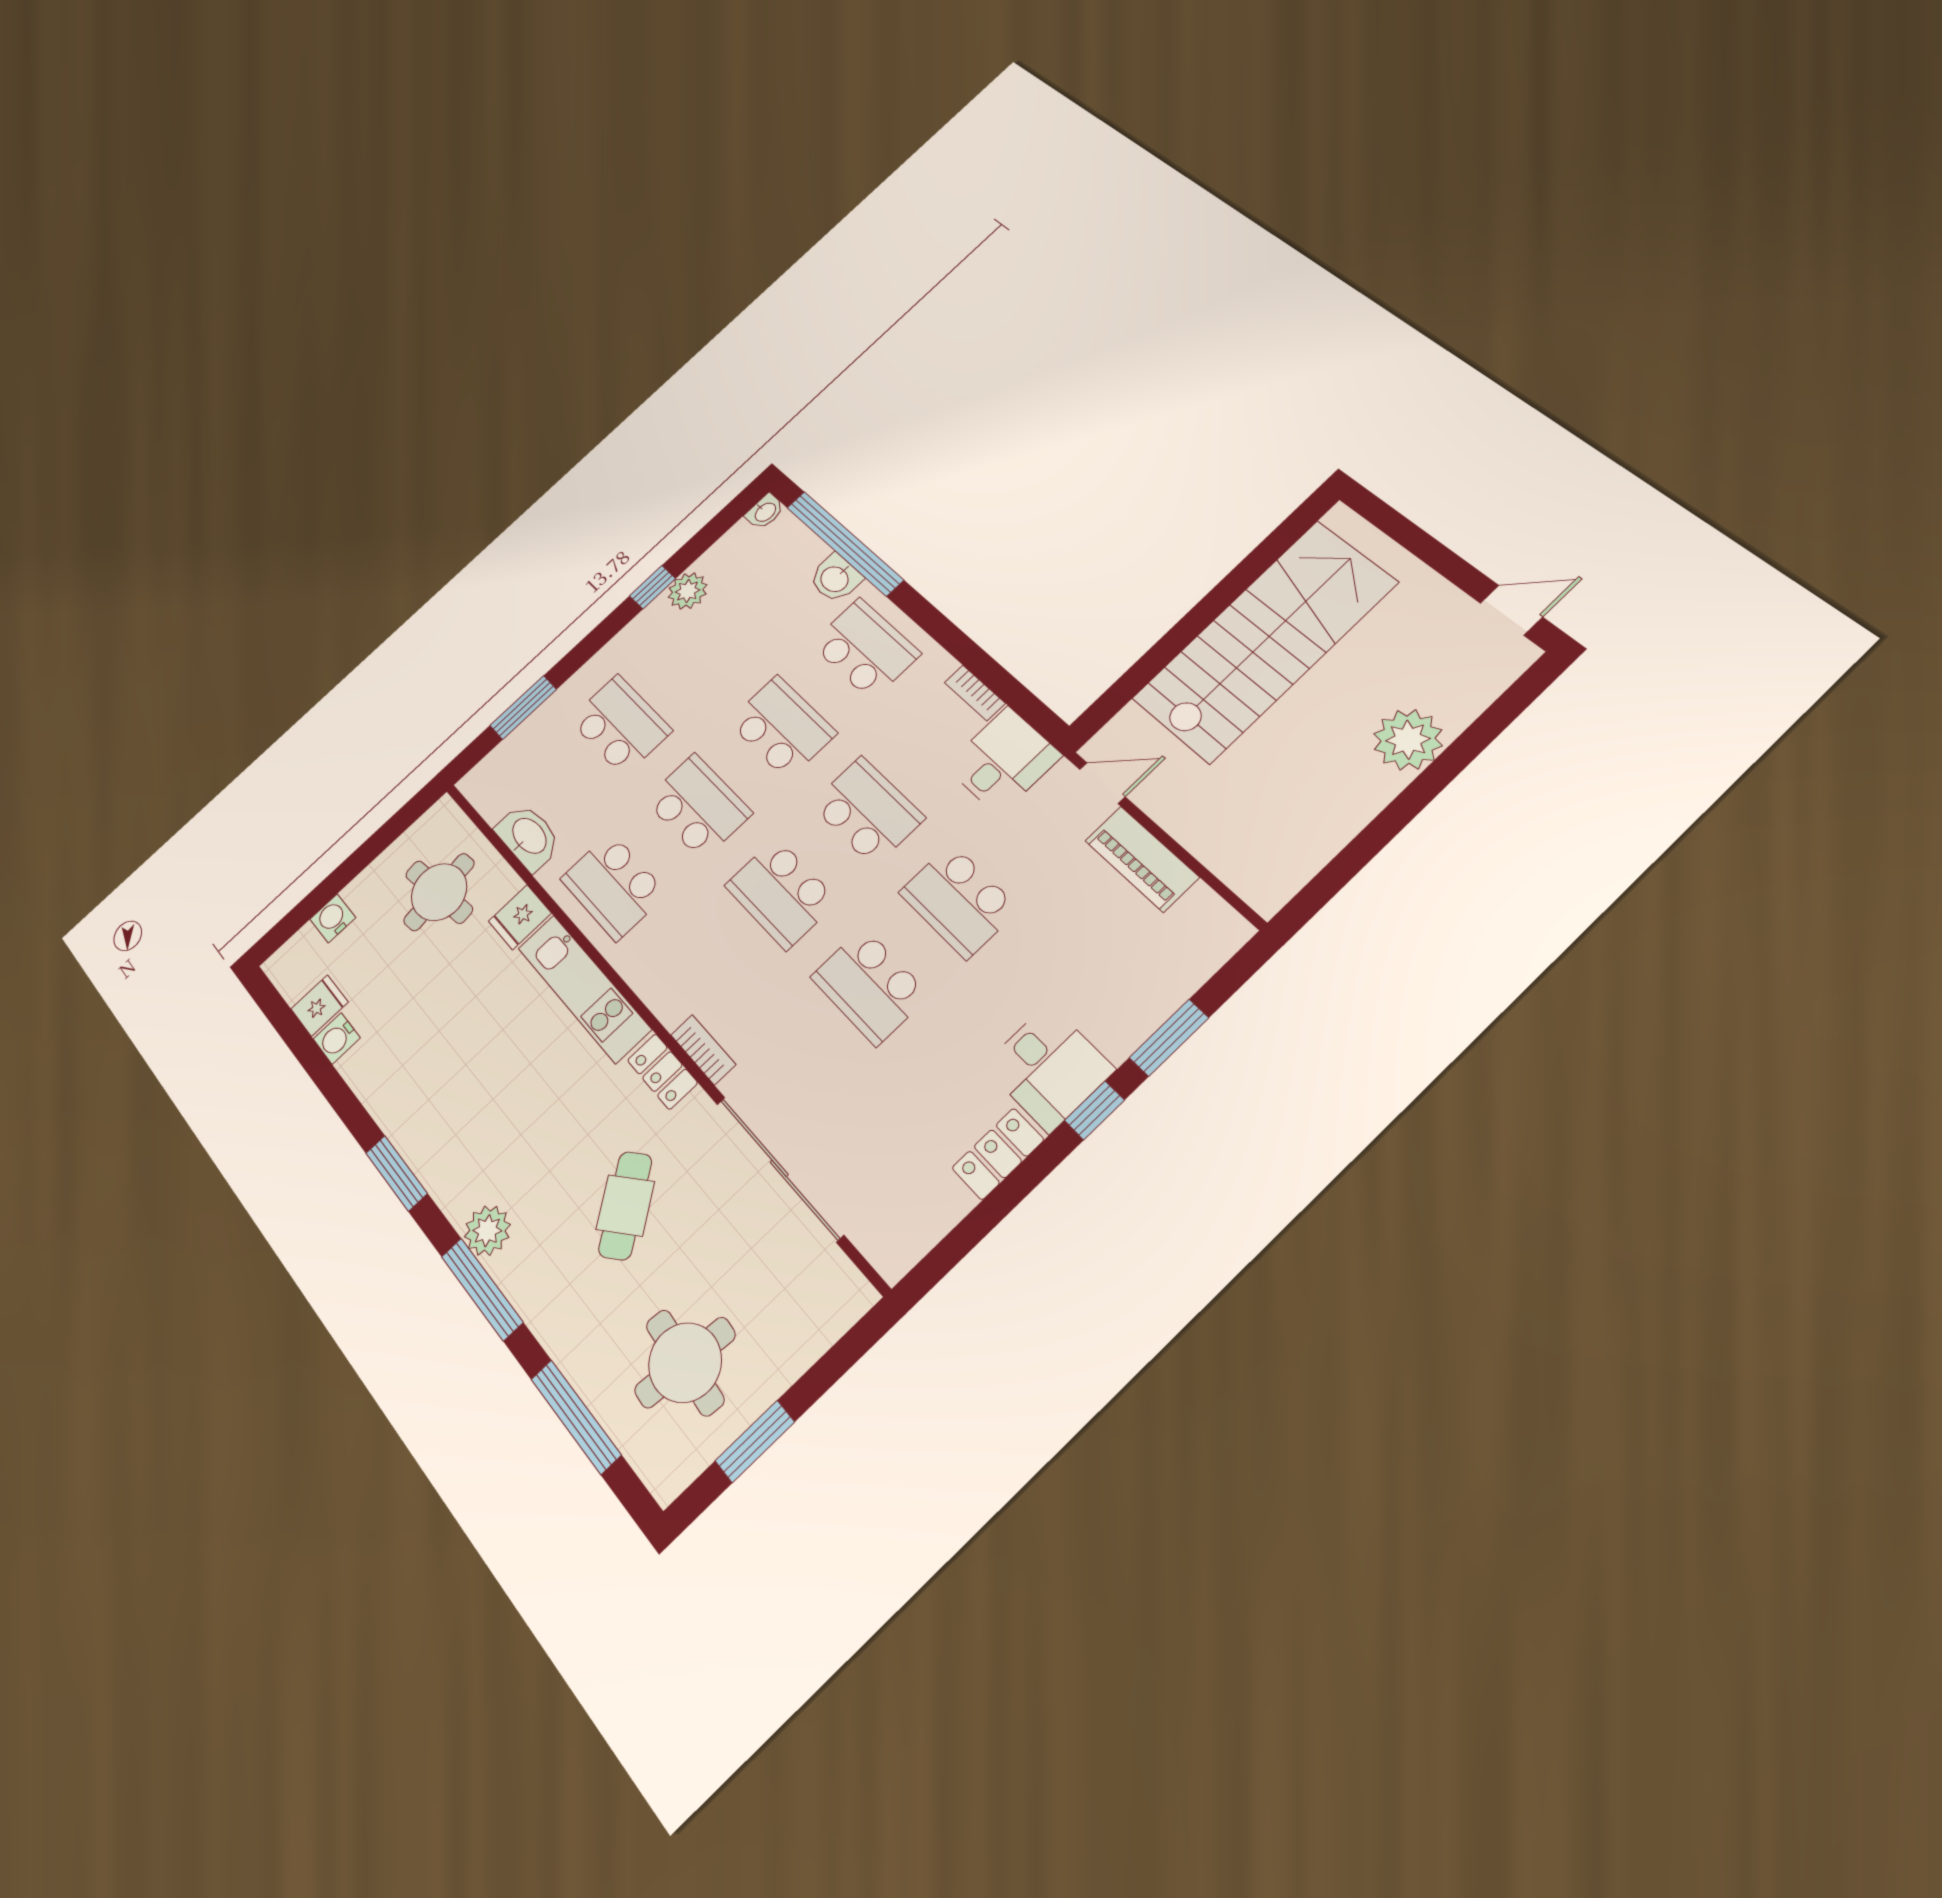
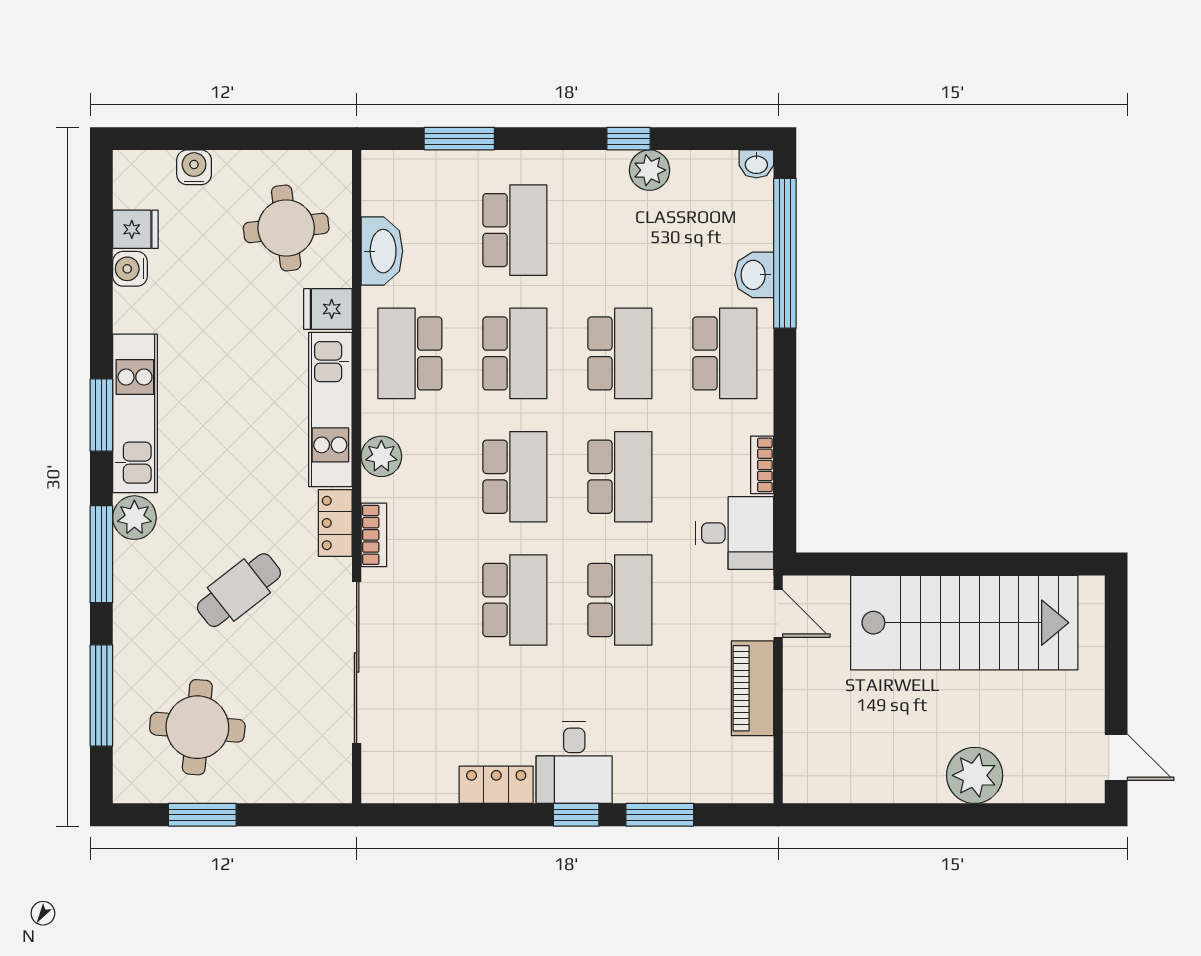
school desk: (781, 893) -> (515, 477), turned 180
school desk: (959, 901) -> (620, 600), turned 180
plant: (657, 983) -> (381, 456), added
school desk: (870, 986) -> (515, 600), turned 180
kitchen unit: (424, 1145) -> (135, 413), added

